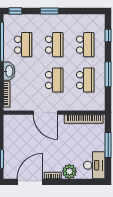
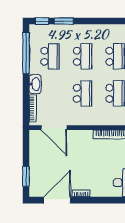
window: (49, 11) -> (64, 21), moved
door: (46, 113) -> (54, 128), moved
plant: (69, 171) -> (98, 189), removed

